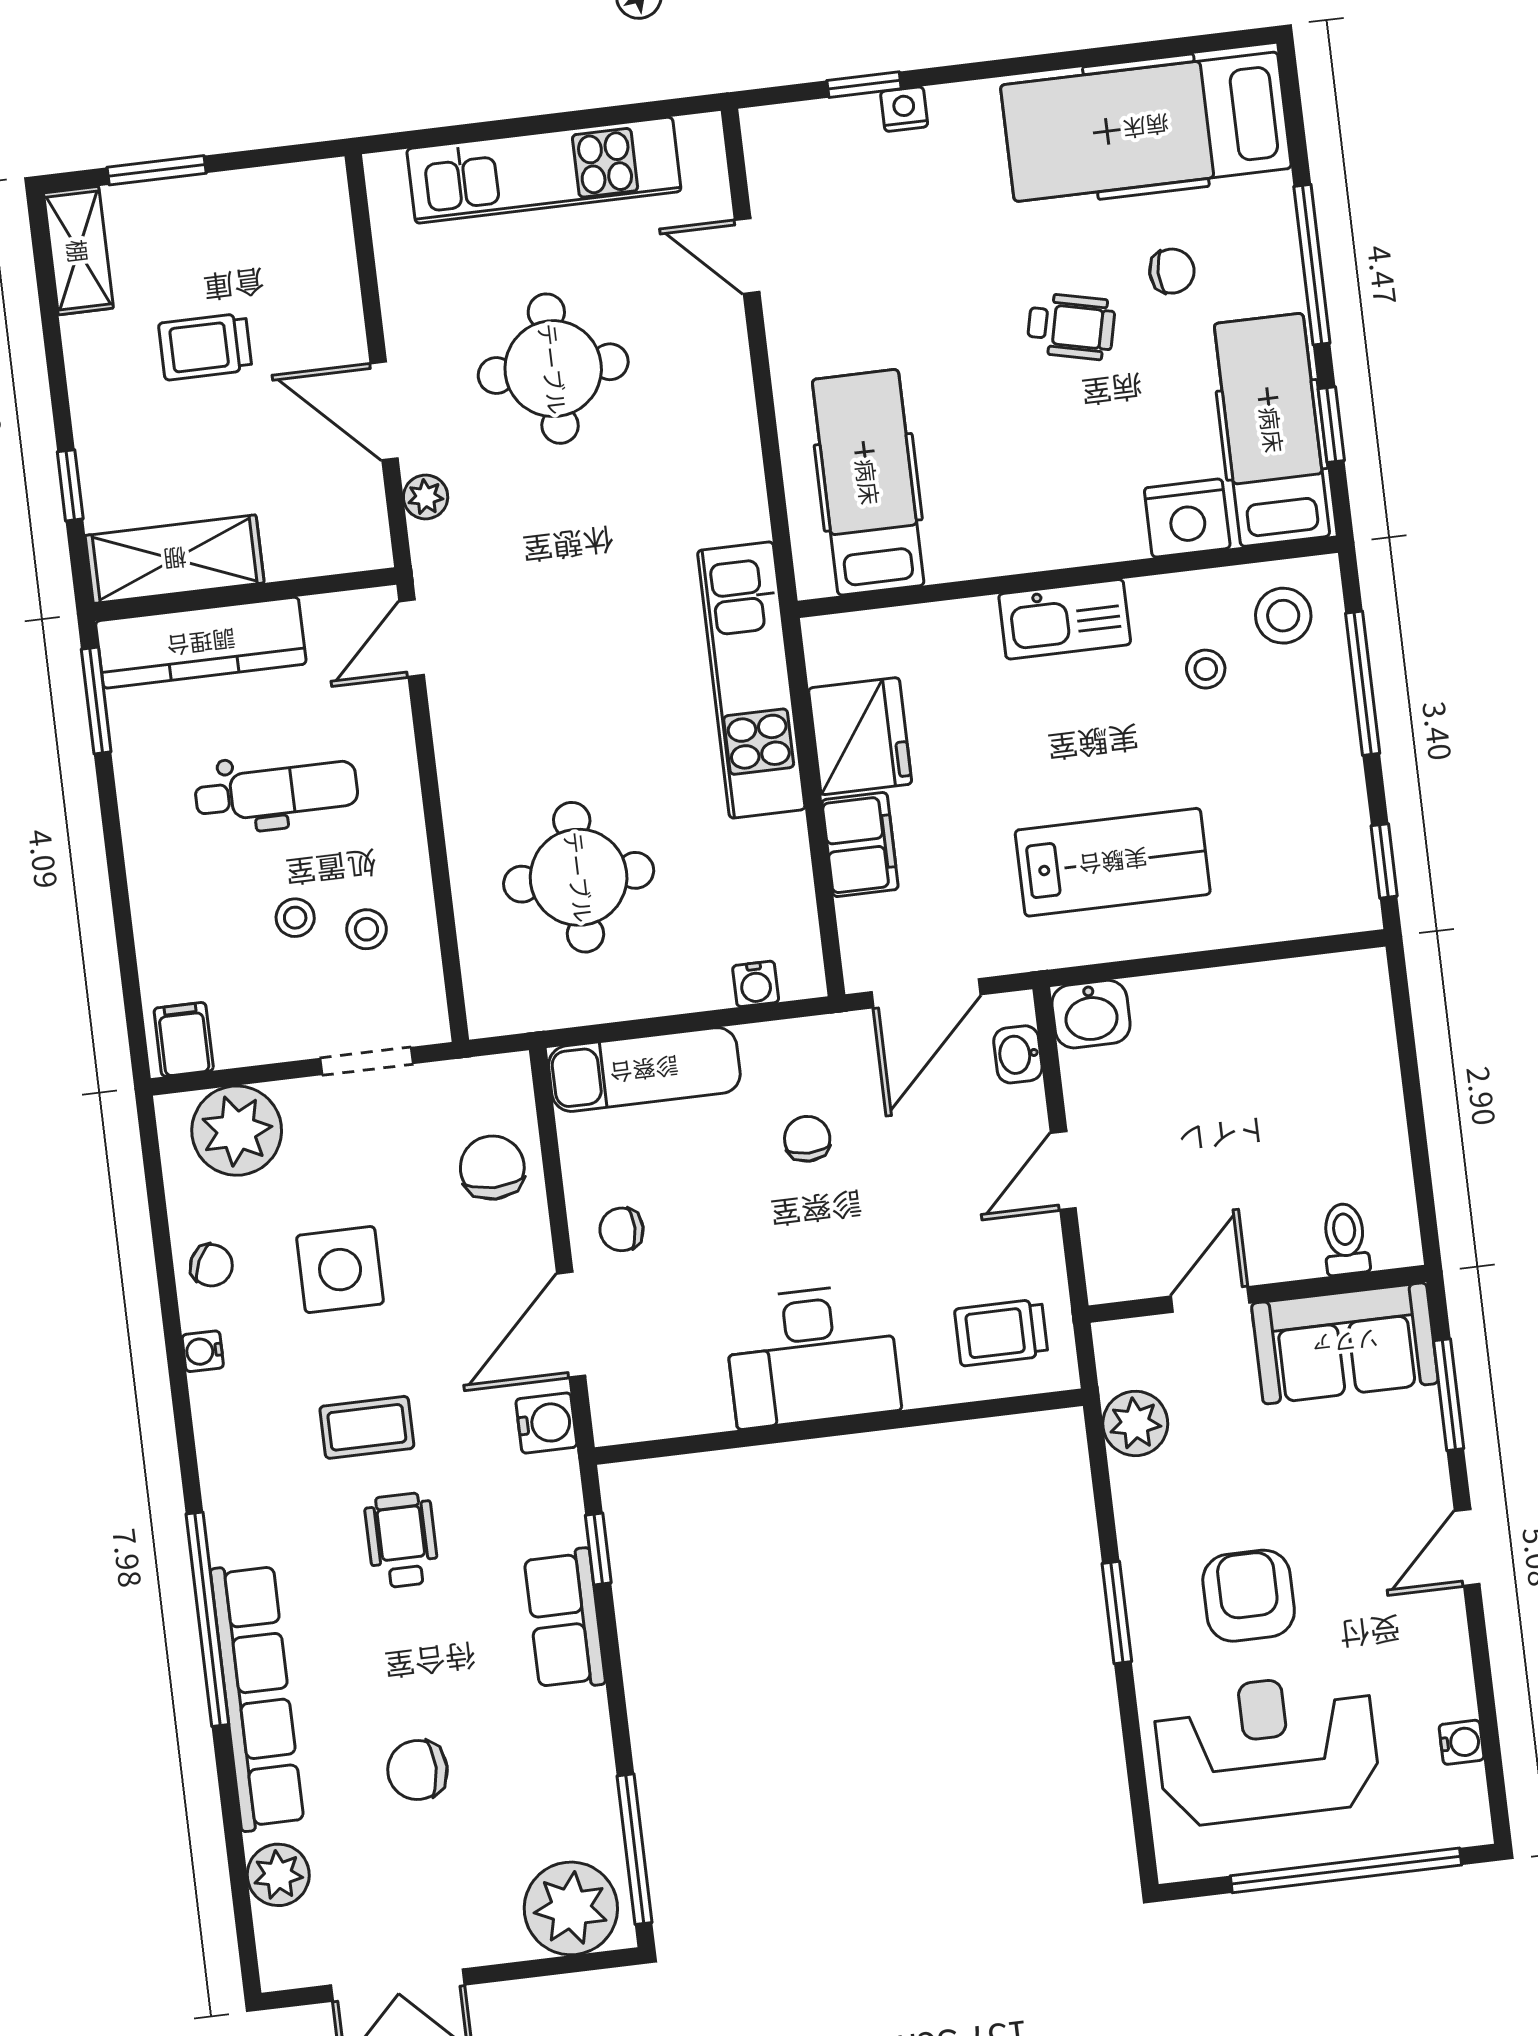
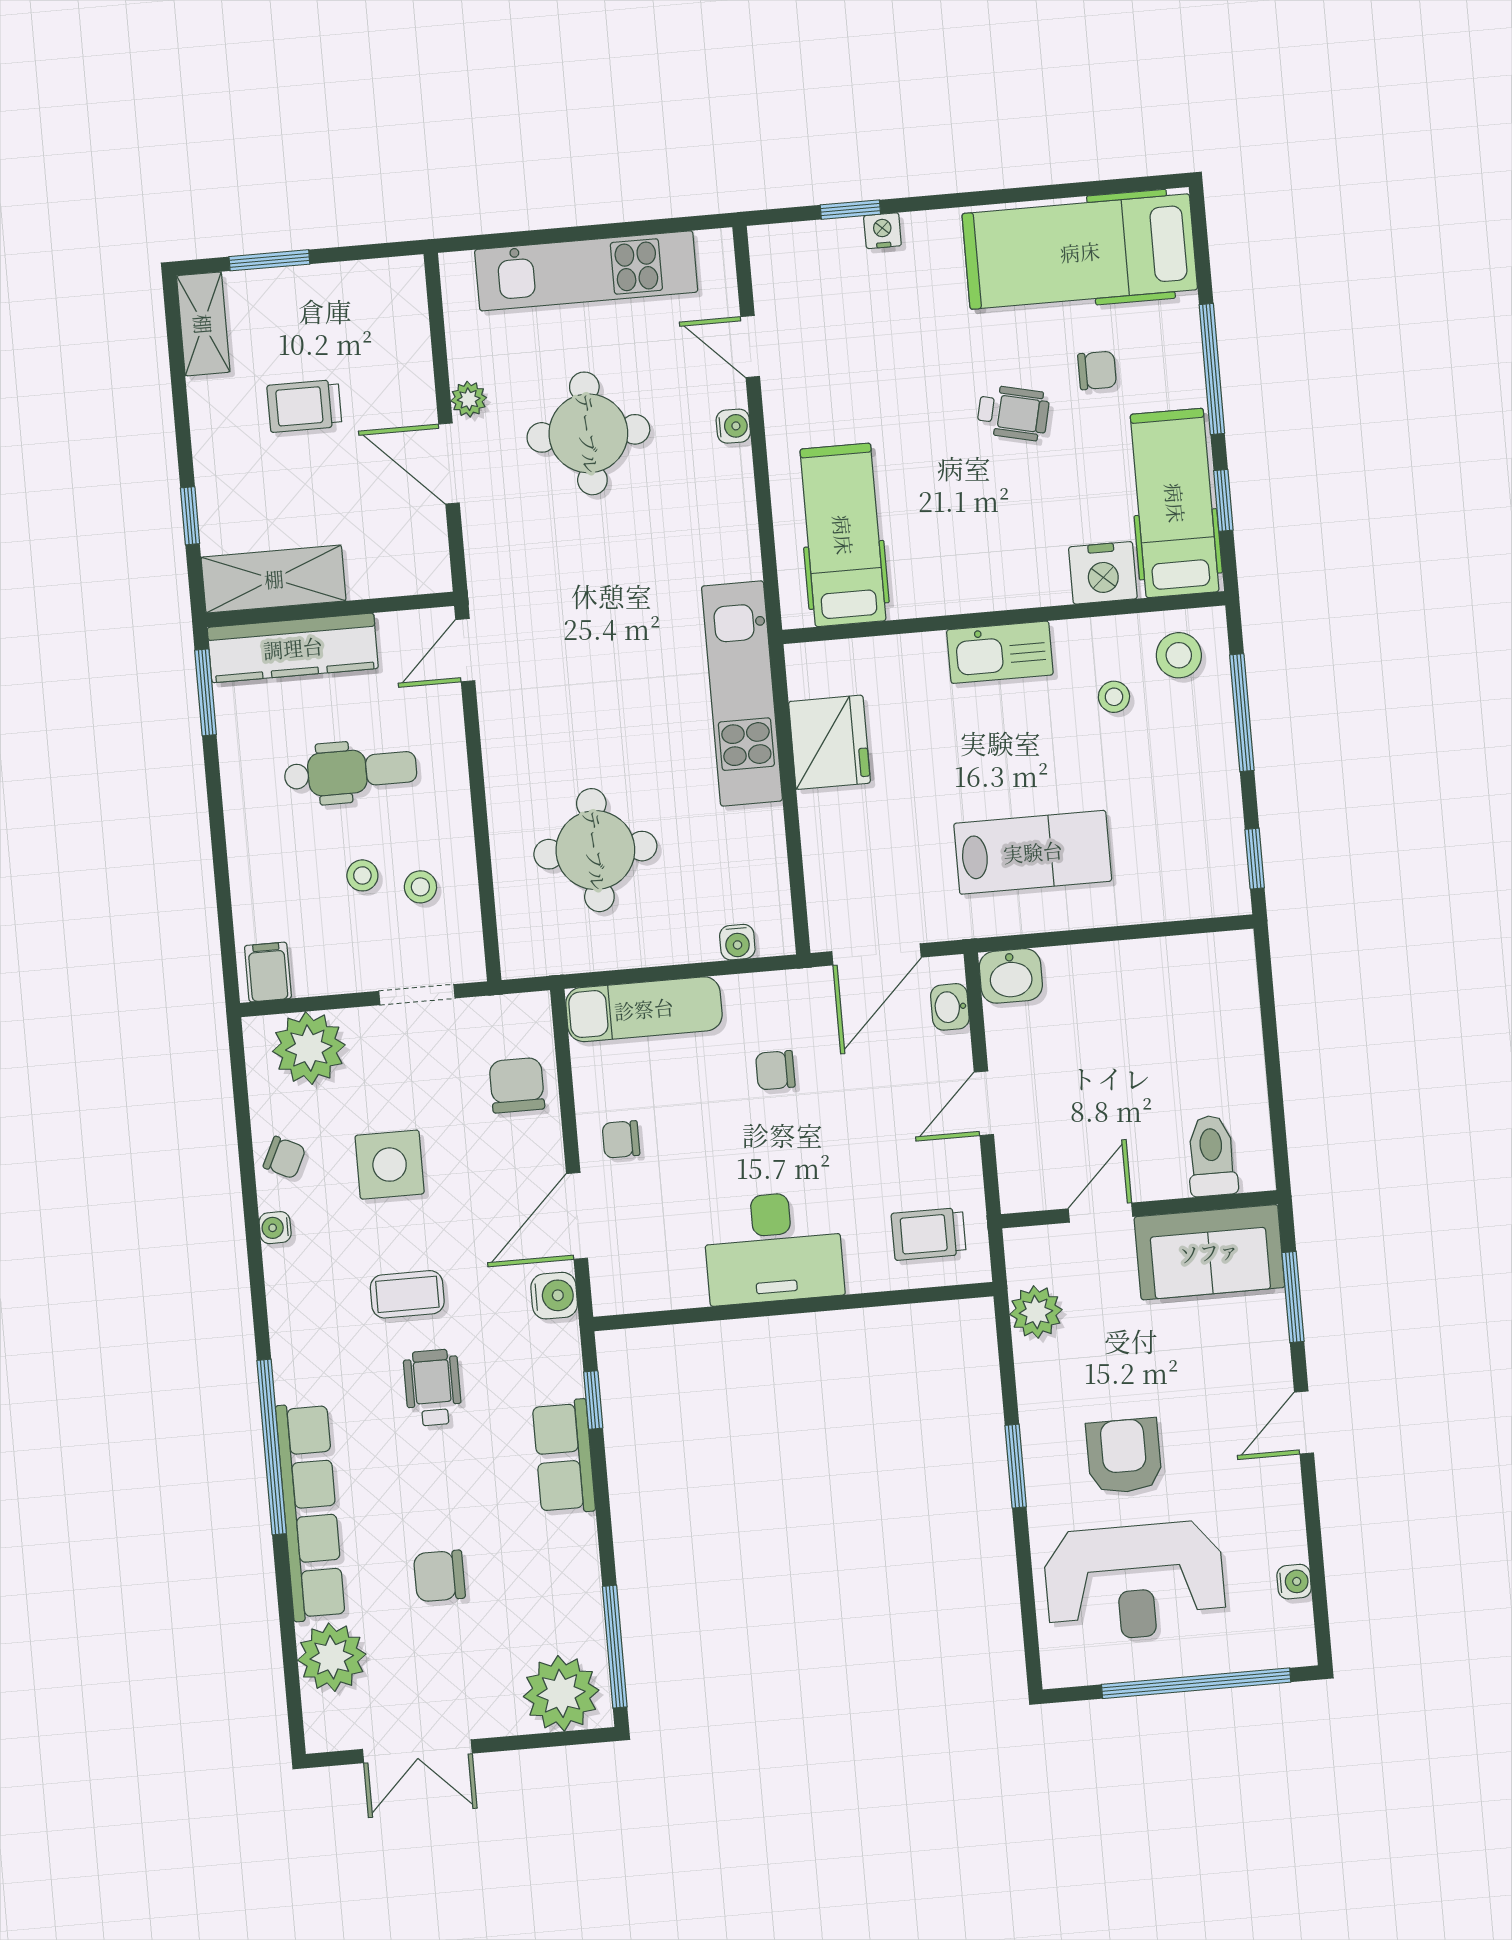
water cooler: (730, 354) -> (733, 426), added
plant: (426, 497) -> (469, 399), moved
filing cabinet: (860, 845) -> (827, 831), removed
chair: (807, 1139) -> (775, 1070), turned -90
toilet: (1345, 1239) -> (1212, 1156), width x1.37, depth x1.39
reception desk: (1267, 1749) -> (1135, 1582), turned 180
plant: (278, 1875) -> (332, 1657), width x1.36, depth x1.36

